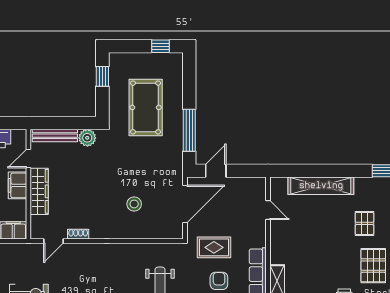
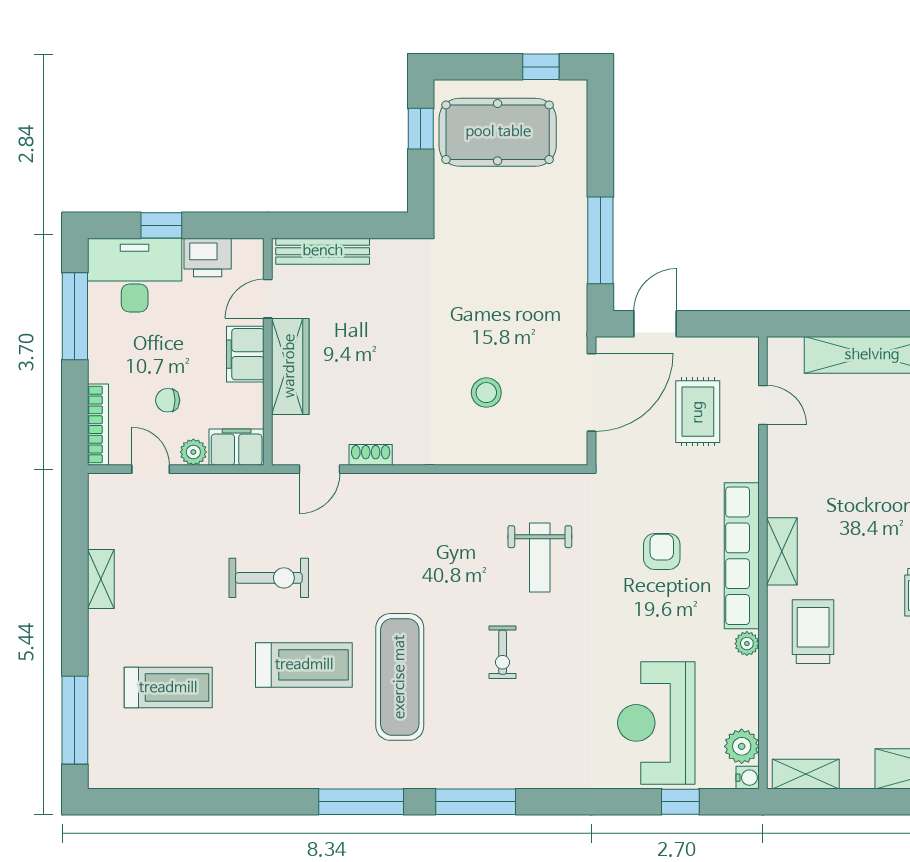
pool table: (146, 107) -> (498, 132), moved, turned 90
plant: (87, 138) -> (389, 256), removed
rug: (214, 247) -> (698, 412), moved, turned 90

